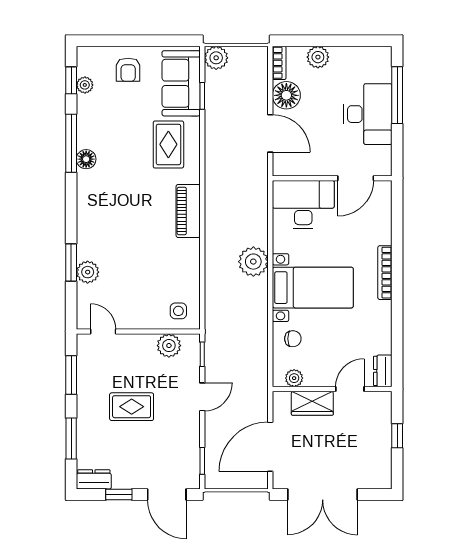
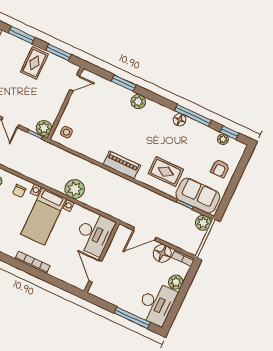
armchair: (128, 70) -> (220, 168), turned -90
desk: (368, 114) -> (157, 304), moved, turned -90
plant: (88, 272) -> (138, 102), moved
plant: (169, 346) -> (44, 128), moved
rug: (132, 407) -> (34, 63), moved

